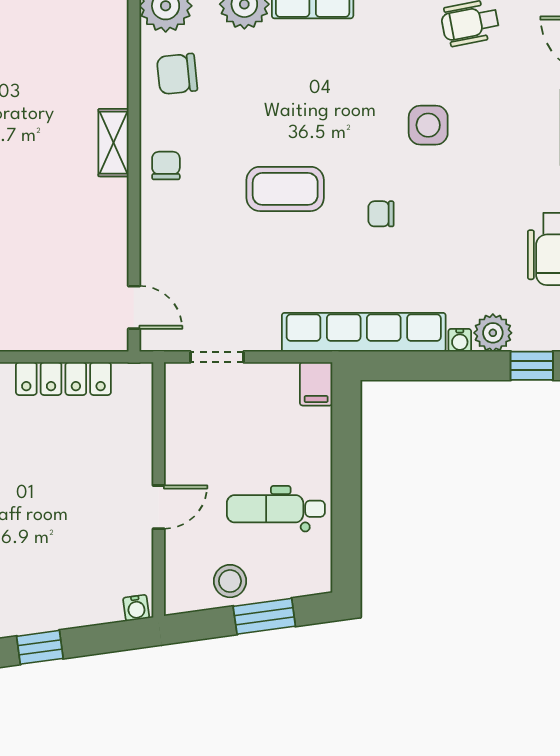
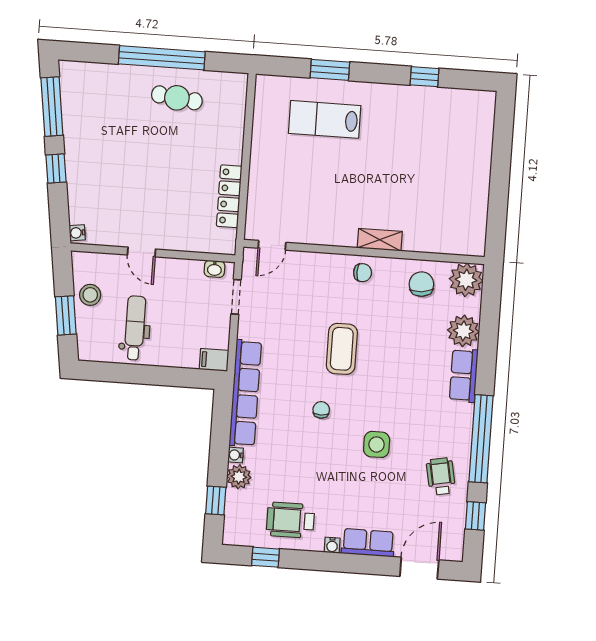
washbasin: (176, 393) -> (214, 269), added

